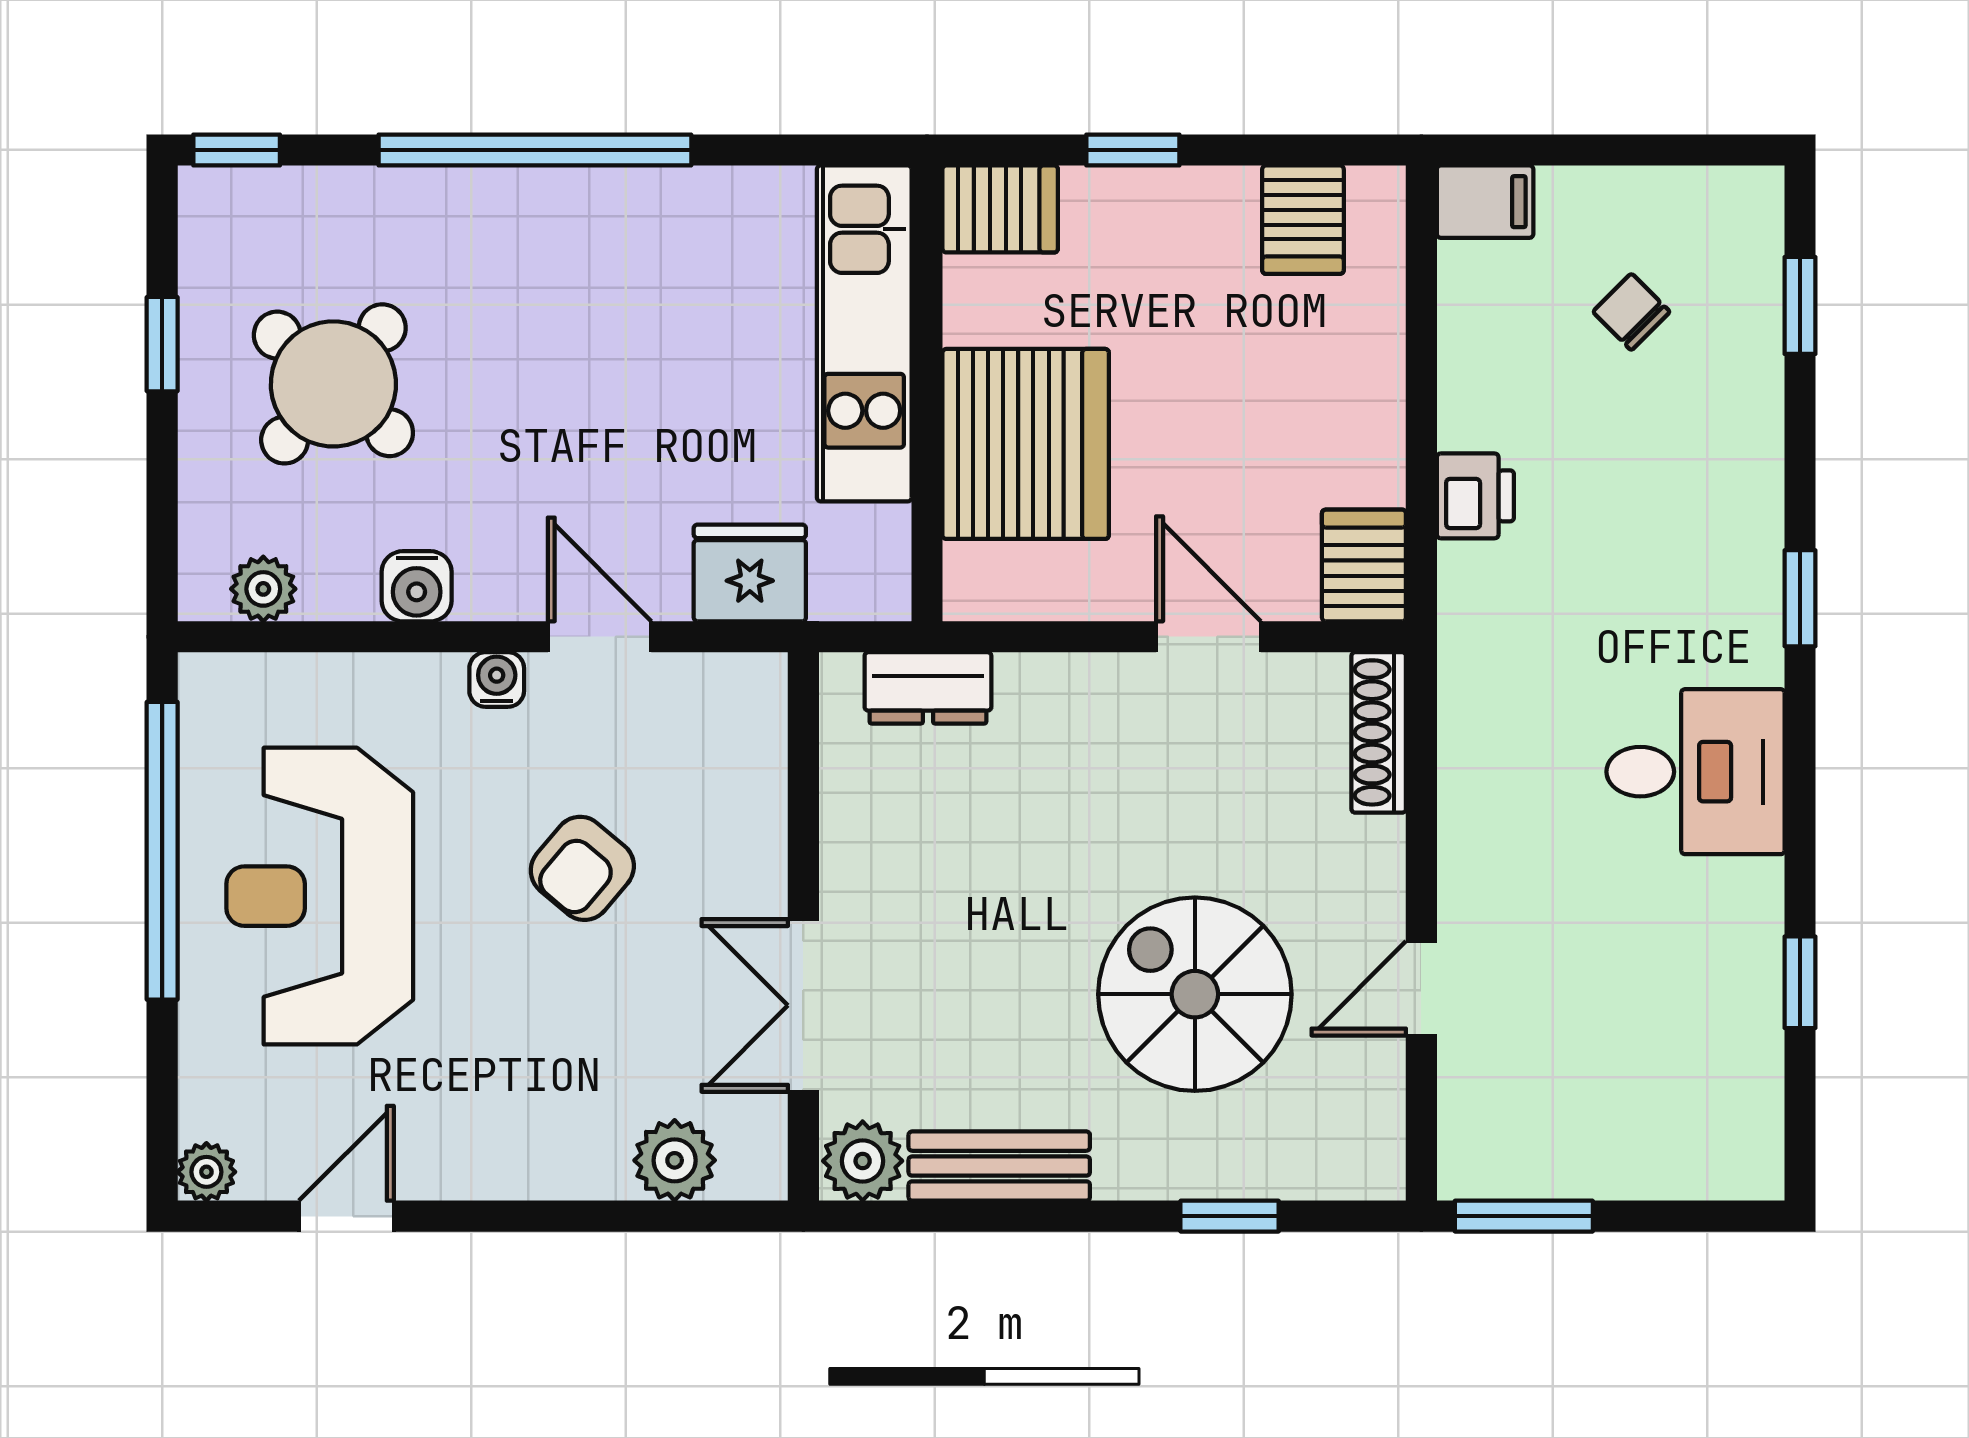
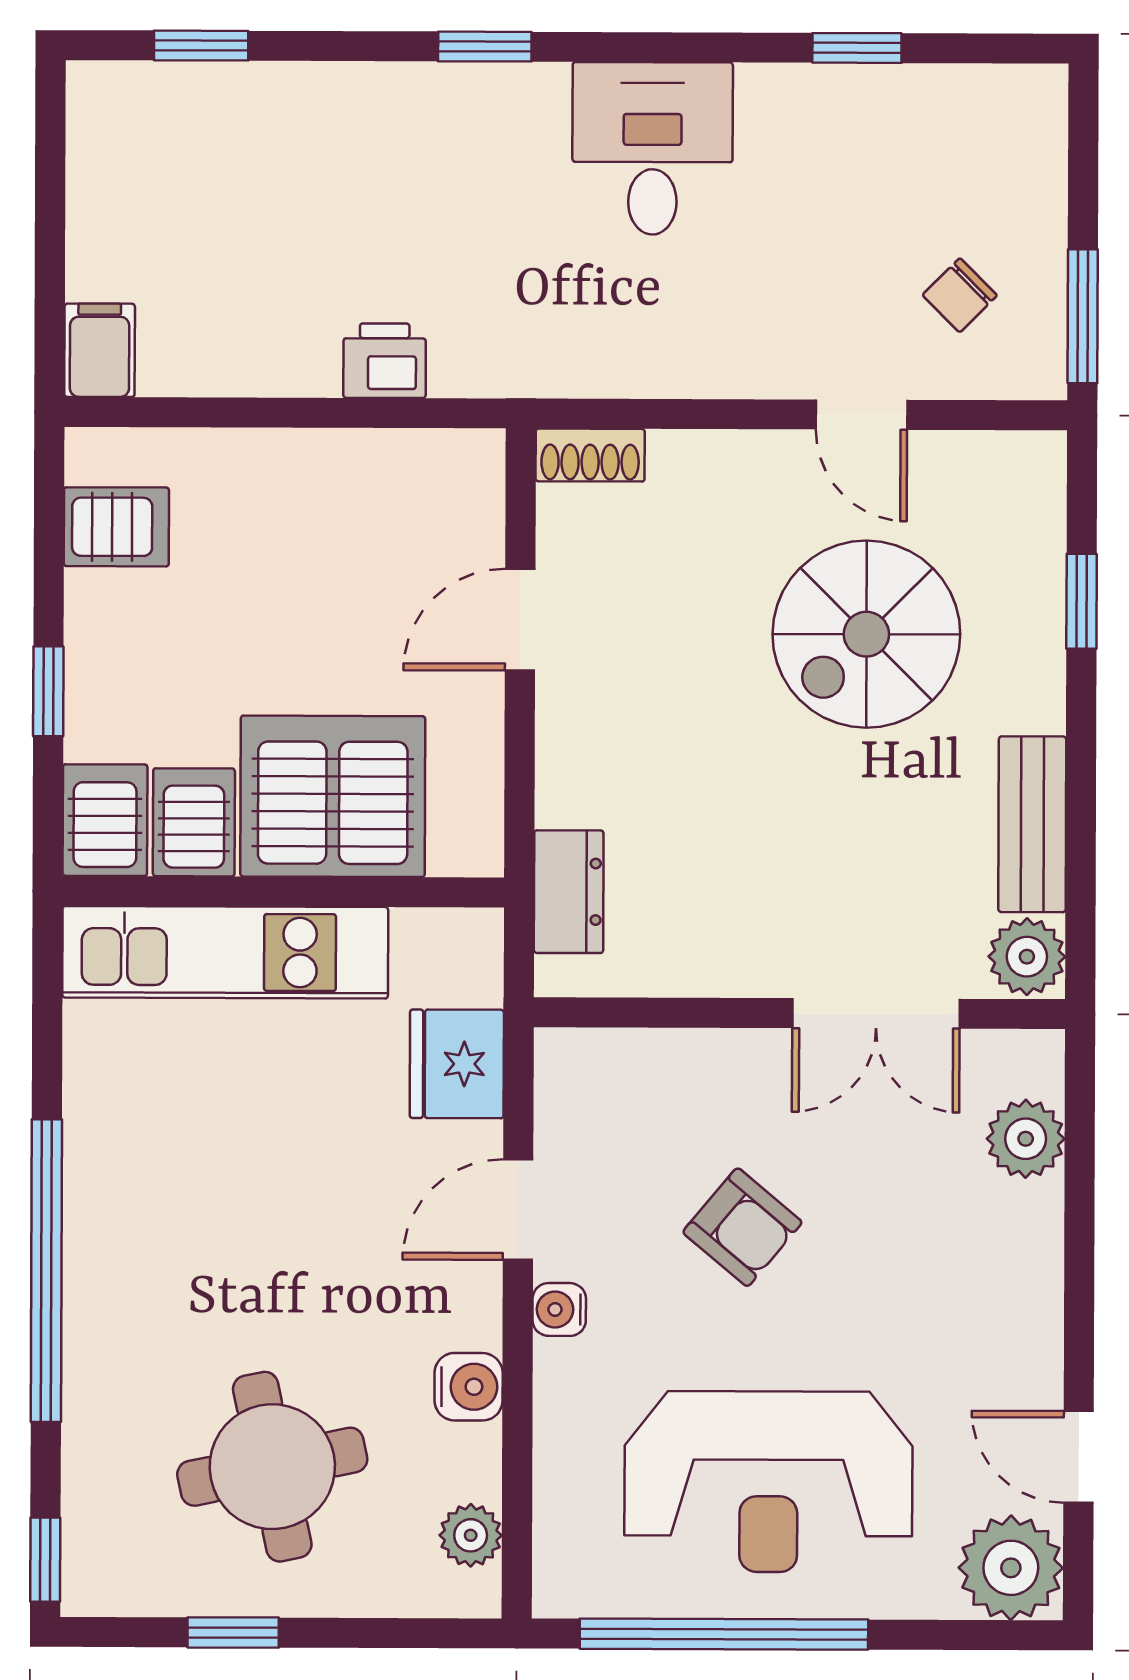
chair: (1631, 312) -> (960, 295), moved
round table: (333, 384) -> (272, 1467), turned 37
server rack: (1364, 565) -> (194, 822), moved, turned 90
shoe rack: (1379, 732) -> (590, 455), width x0.70
plant: (206, 1172) -> (1011, 1568), width x1.87, depth x1.87

